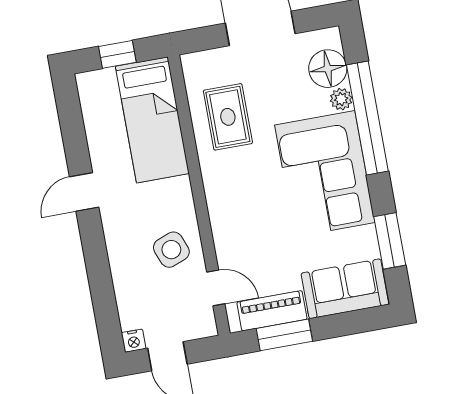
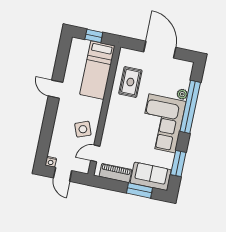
floor lamp: (328, 69) -> (182, 79), removed
door: (84, 192) -> (55, 89), hinge flipped
door: (216, 288) -> (95, 153), swing flipped
window: (284, 335) -> (139, 190), moved

